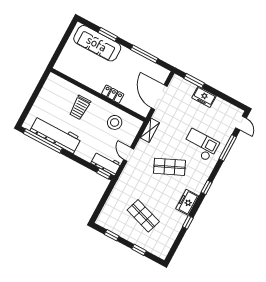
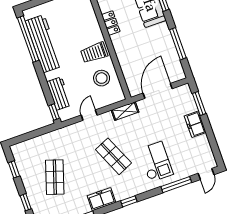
locker: (113, 94) -> (111, 23), moved
trolley: (80, 108) -> (94, 53), moved
workbench: (106, 164) -> (59, 93), moved

